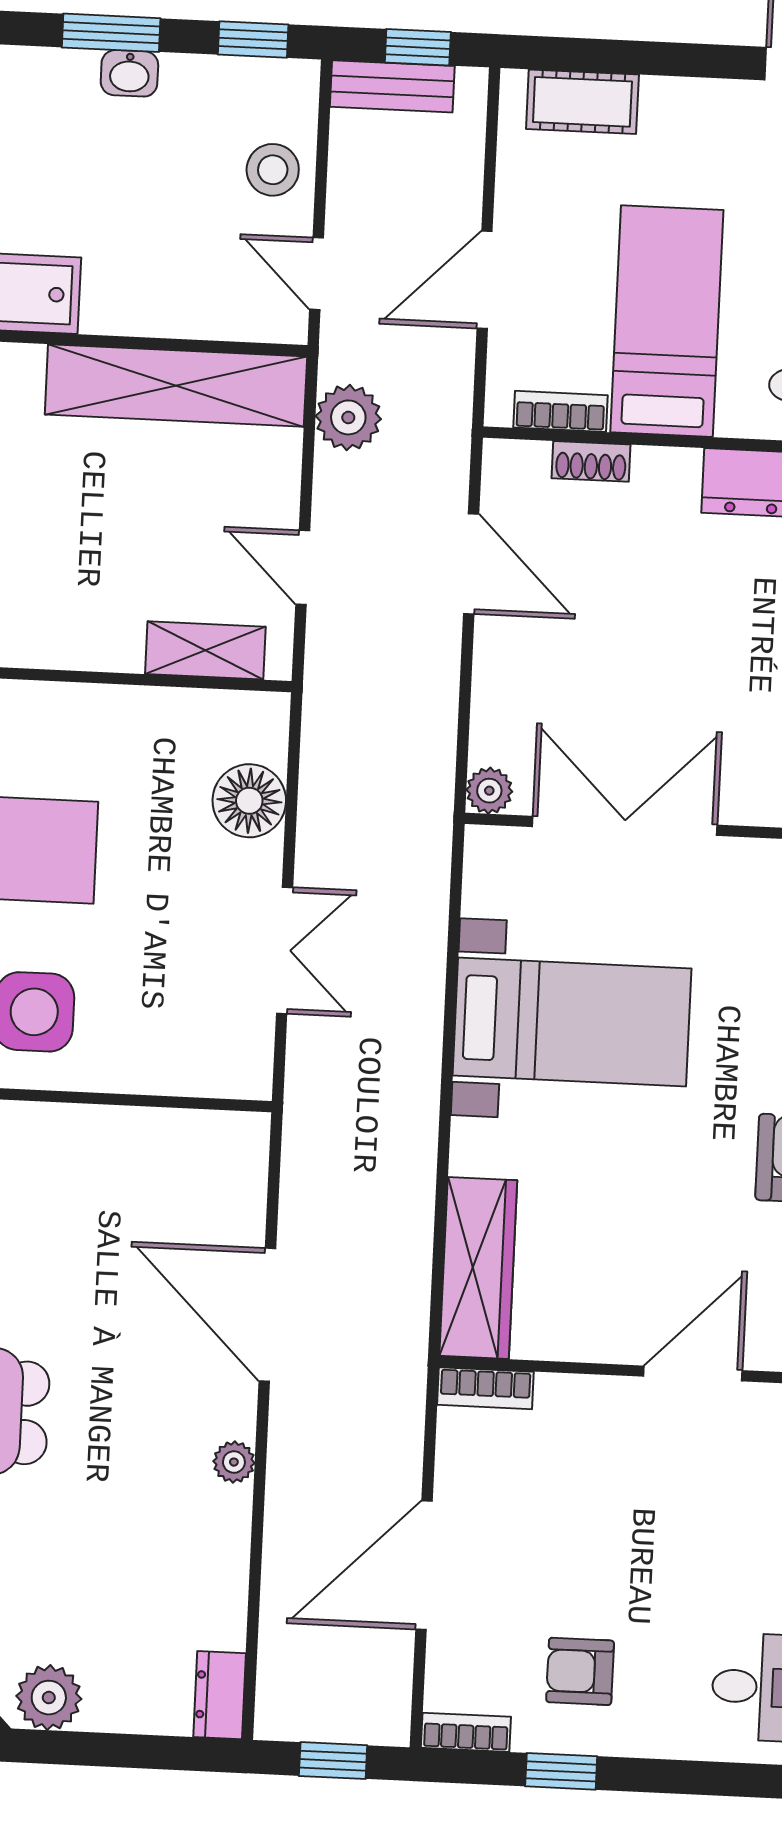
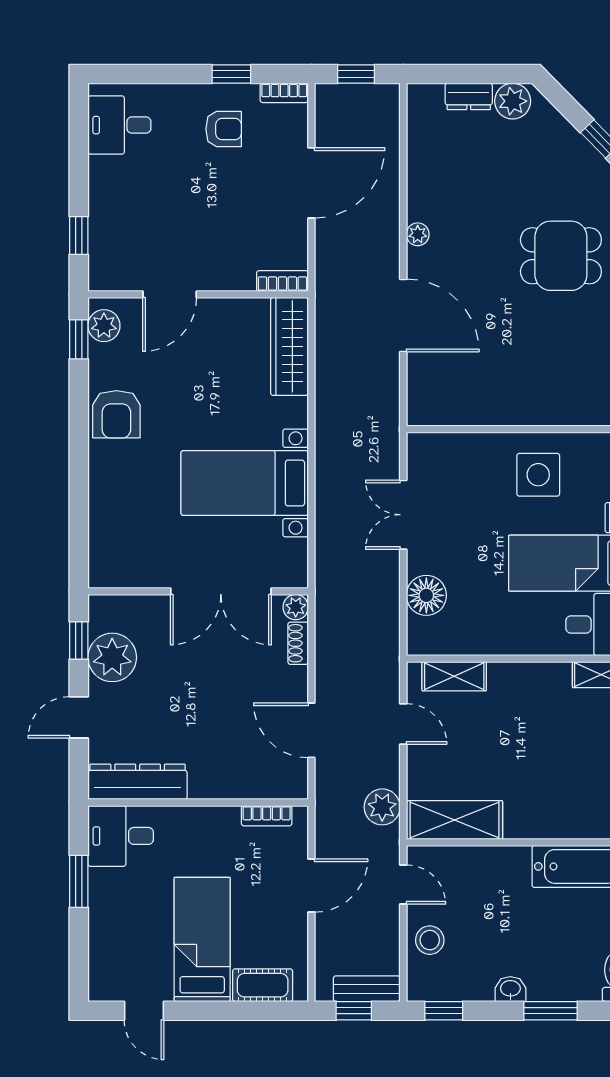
window: (111, 33) -> (550, 1011), moved
bed: (667, 321) -> (202, 939), moved, turned 180
shelving: (176, 385) -> (455, 820), width x0.68
shoe rack: (591, 461) -> (298, 643), moved, turned -90
dresser: (220, 1695) -> (469, 96), moved, turned 90

